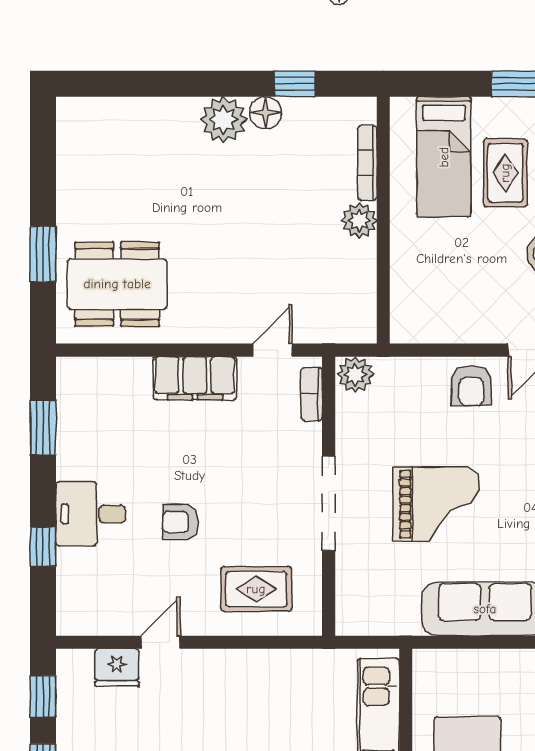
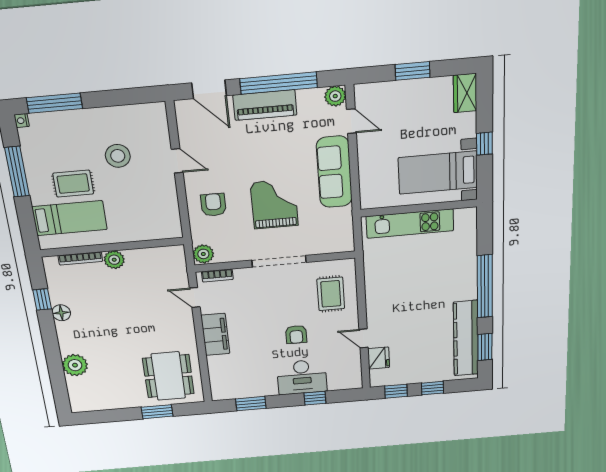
plant: (224, 120) -> (75, 365), moved
armchair: (471, 386) -> (213, 205), moved, turned -90
desk: (91, 514) -> (302, 377), width x1.37

